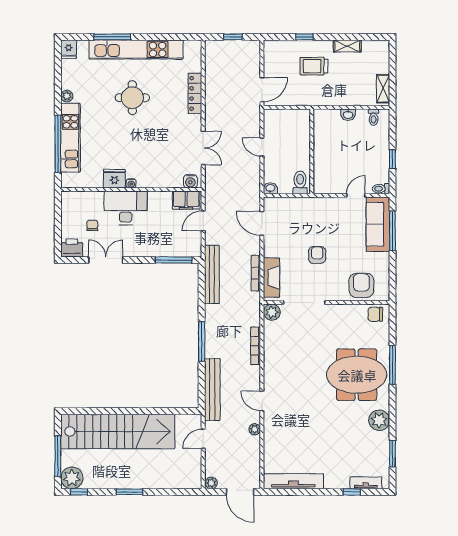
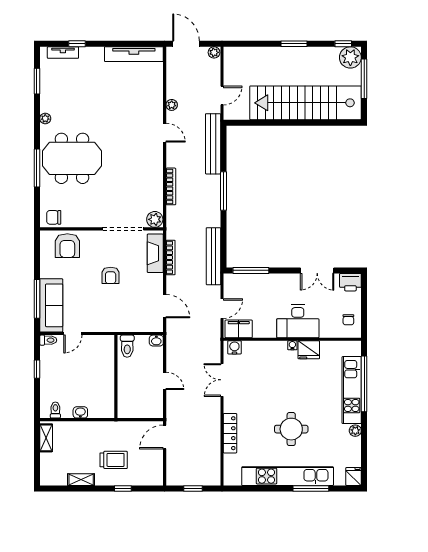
chair: (92, 225) -> (348, 320), moved
chair: (375, 314) -> (54, 217), turned 180
plant: (379, 420) -> (45, 118), width x0.53, depth x0.53

